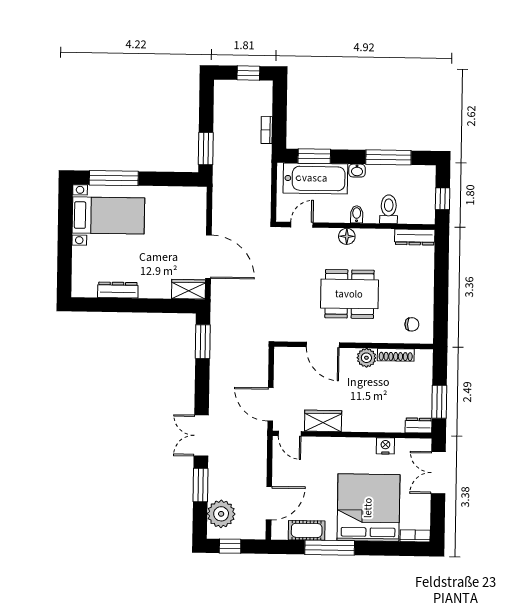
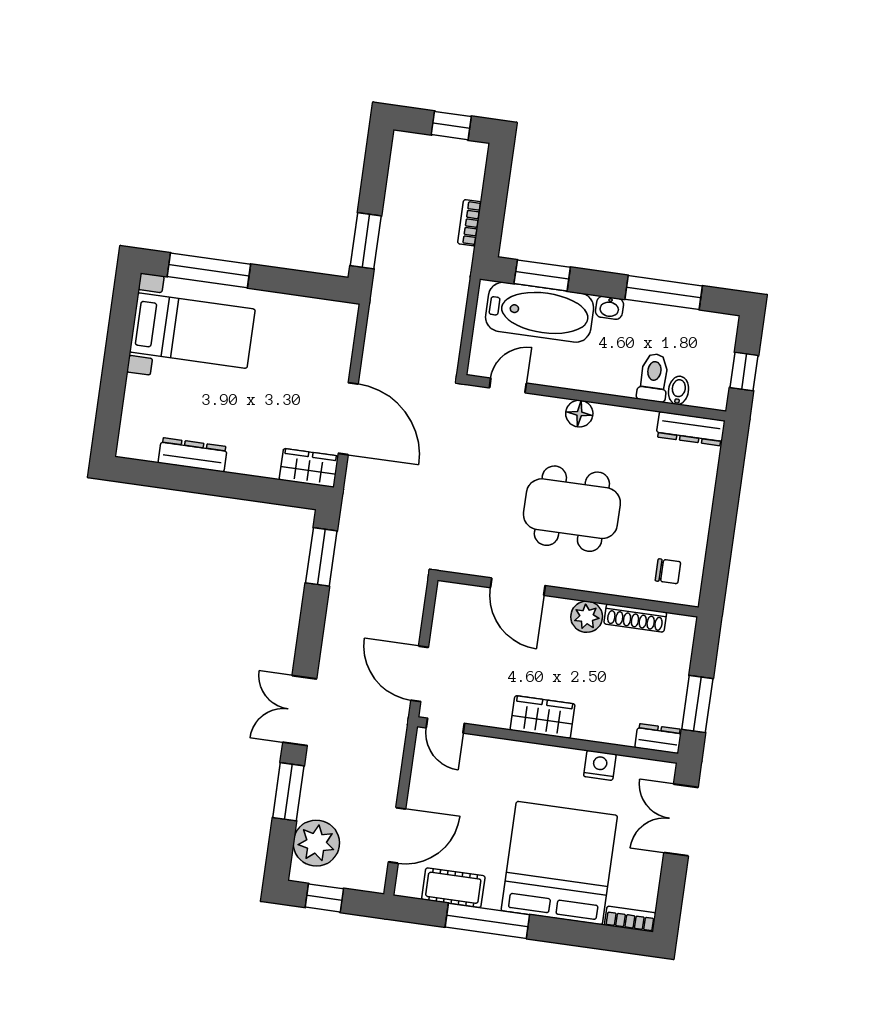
bidet: (357, 214) -> (678, 390), moved
wardrobe: (323, 421) -> (543, 717), moved

